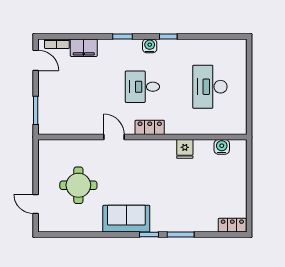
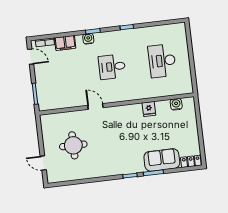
water cooler: (150, 46) -> (88, 39), moved
locker: (150, 127) -> (121, 96), removed
sofa: (126, 219) -> (162, 160), moved

